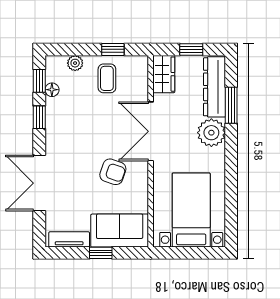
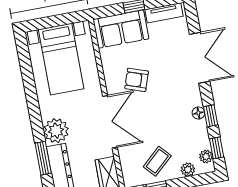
plant: (53, 74) -> (206, 156), added
coffee table: (107, 78) -> (157, 161), turned 48
floor lamp: (52, 90) -> (198, 113), moved

